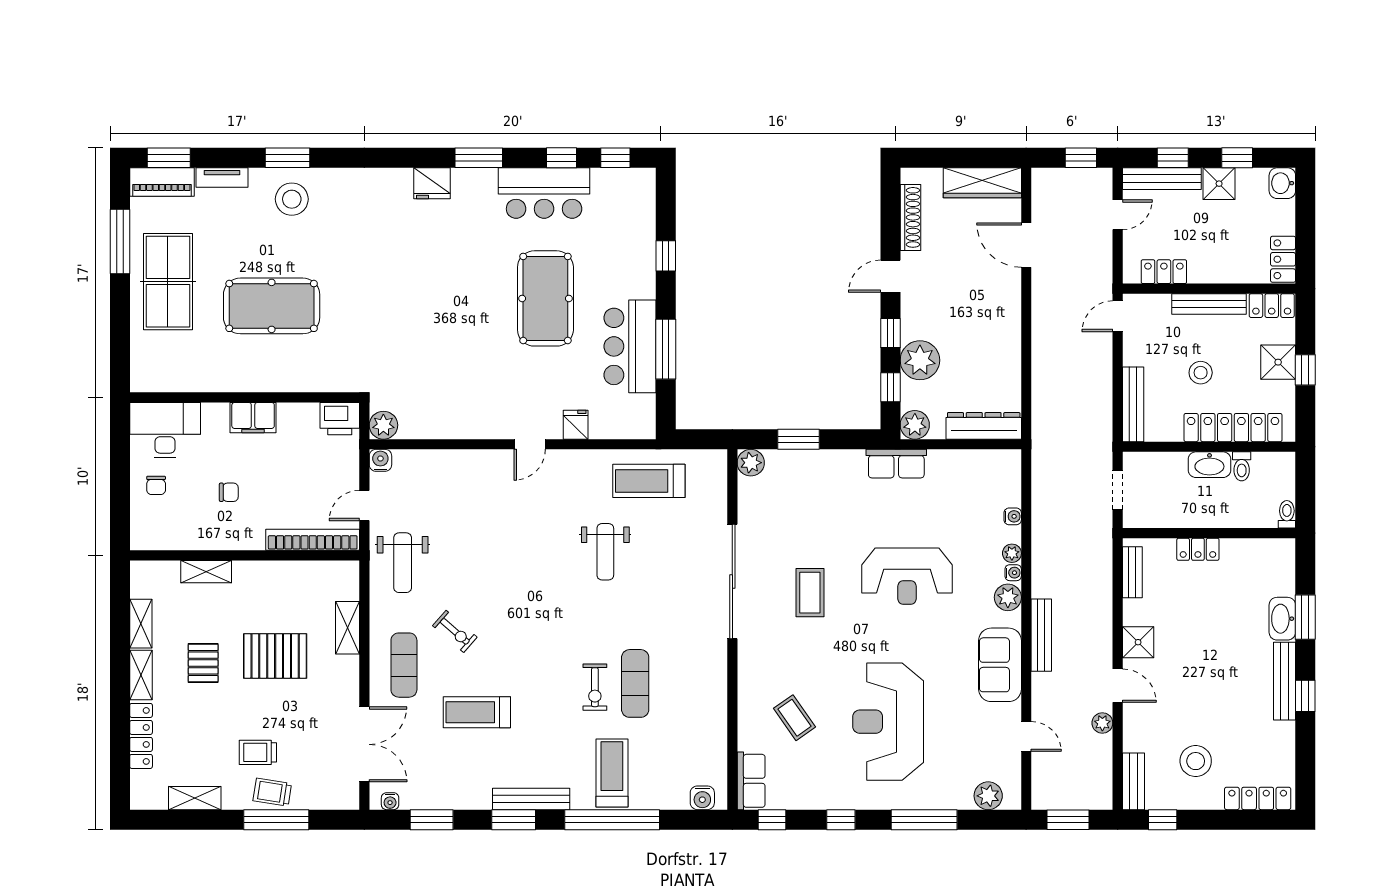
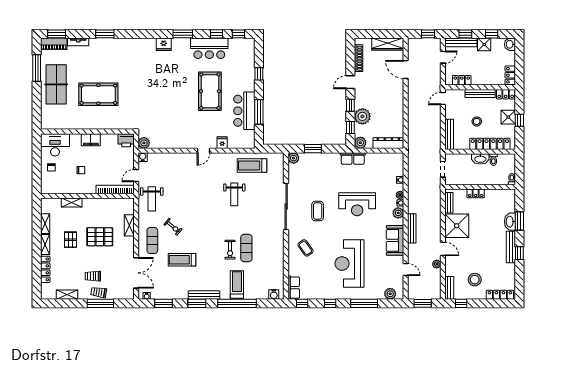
stool: (292, 199) -> (107, 51), removed
shower: (1138, 642) -> (457, 226), width x1.86, depth x1.86
coffee table: (794, 718) -> (305, 248), moved

